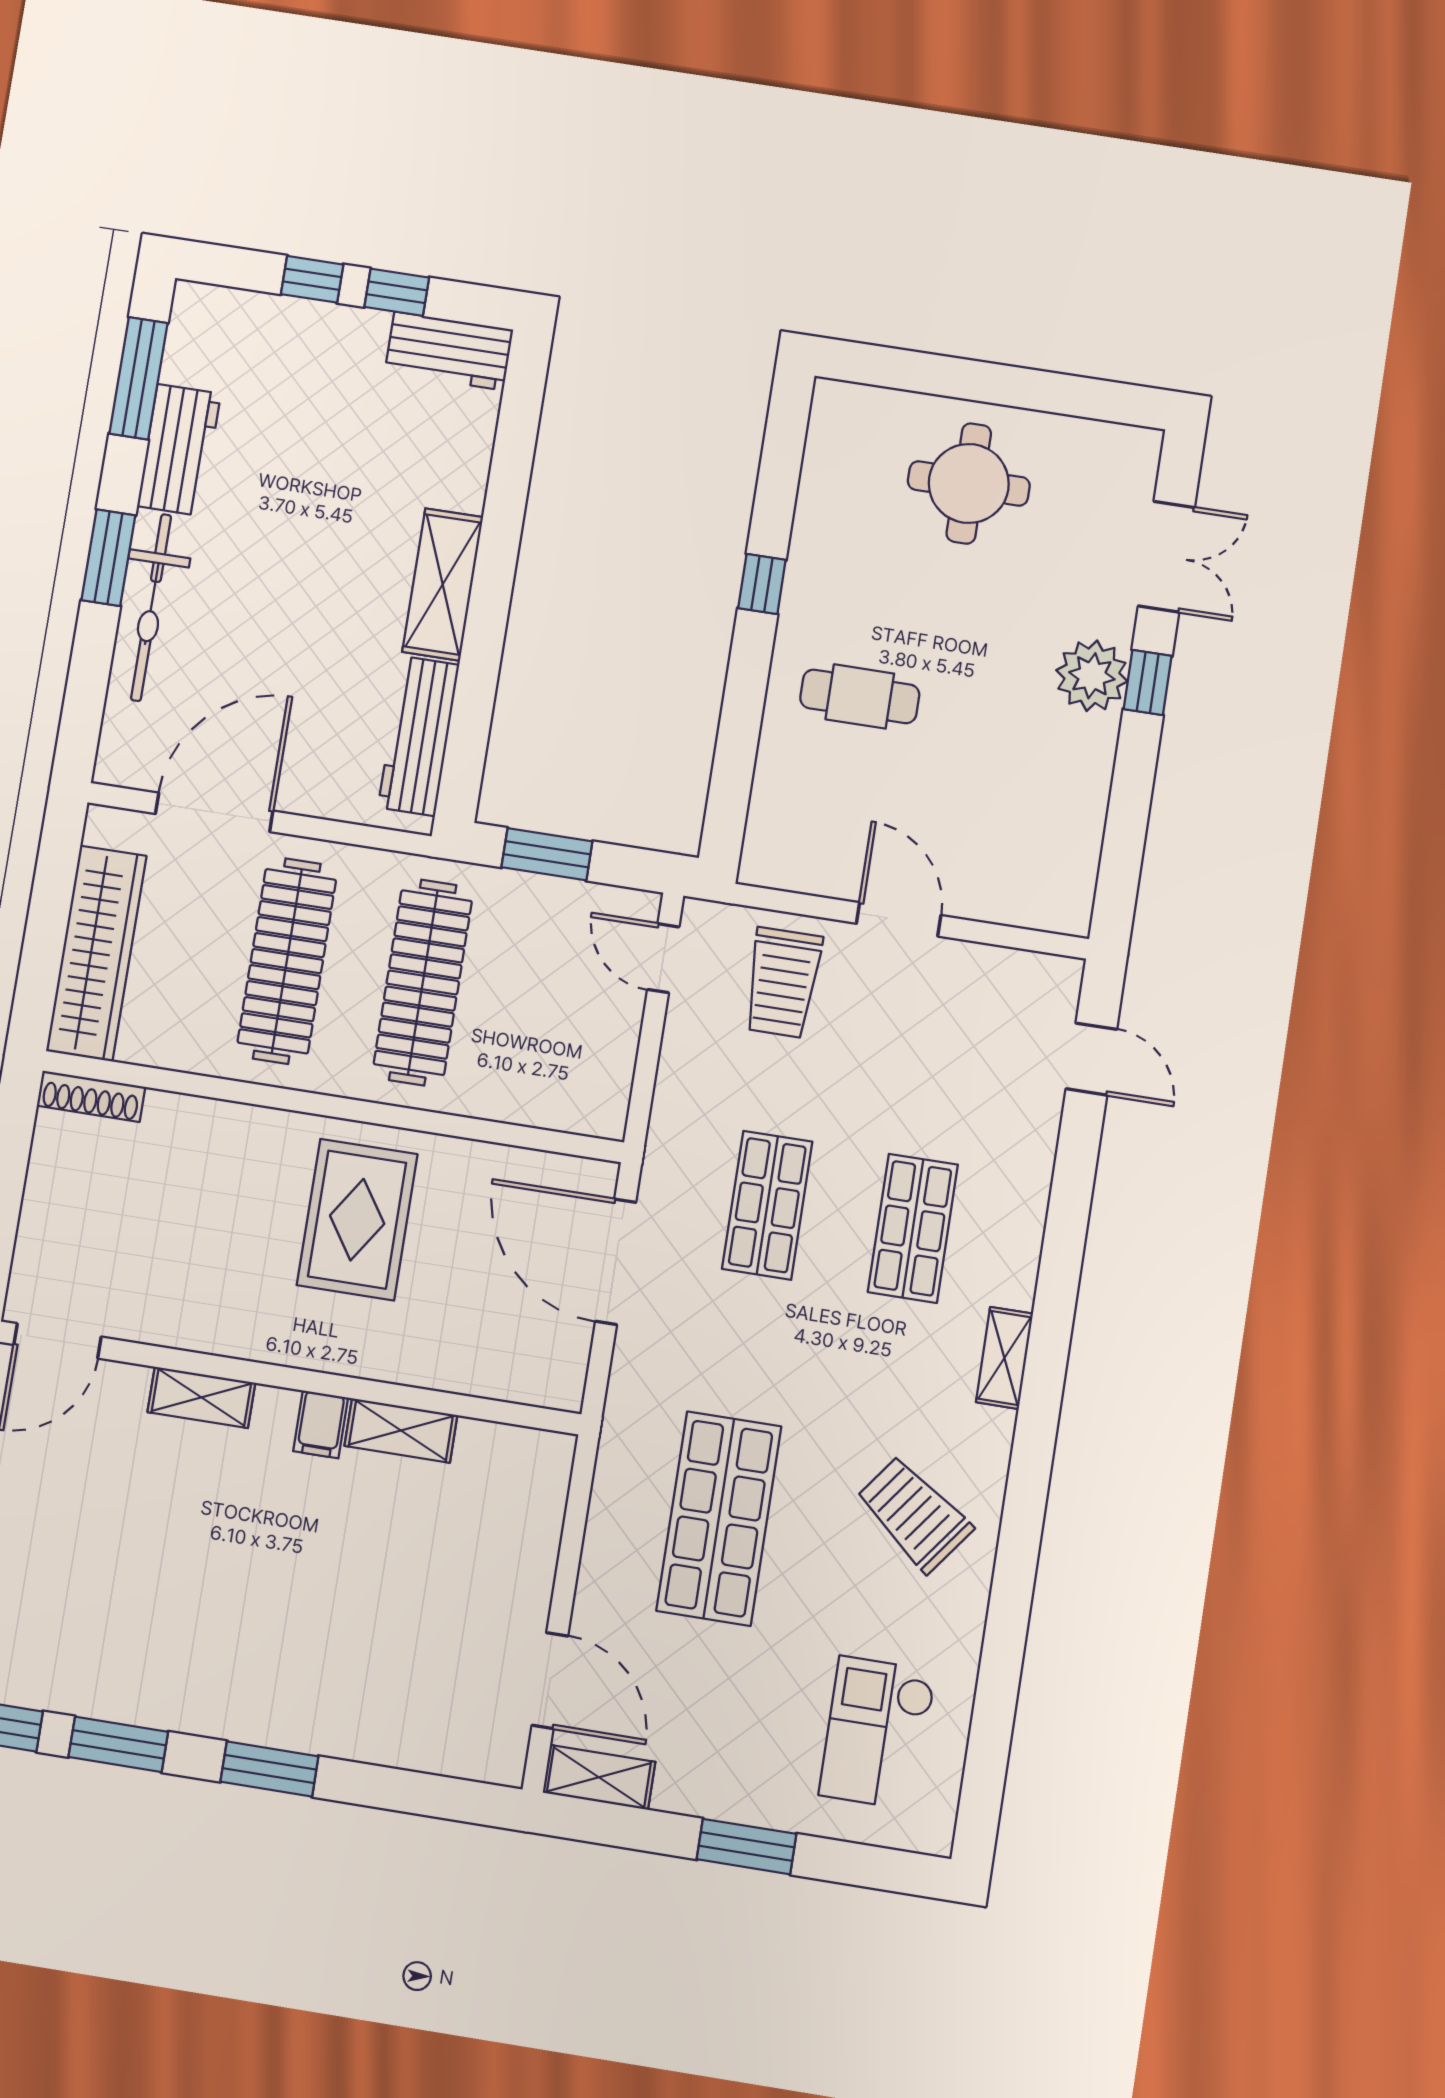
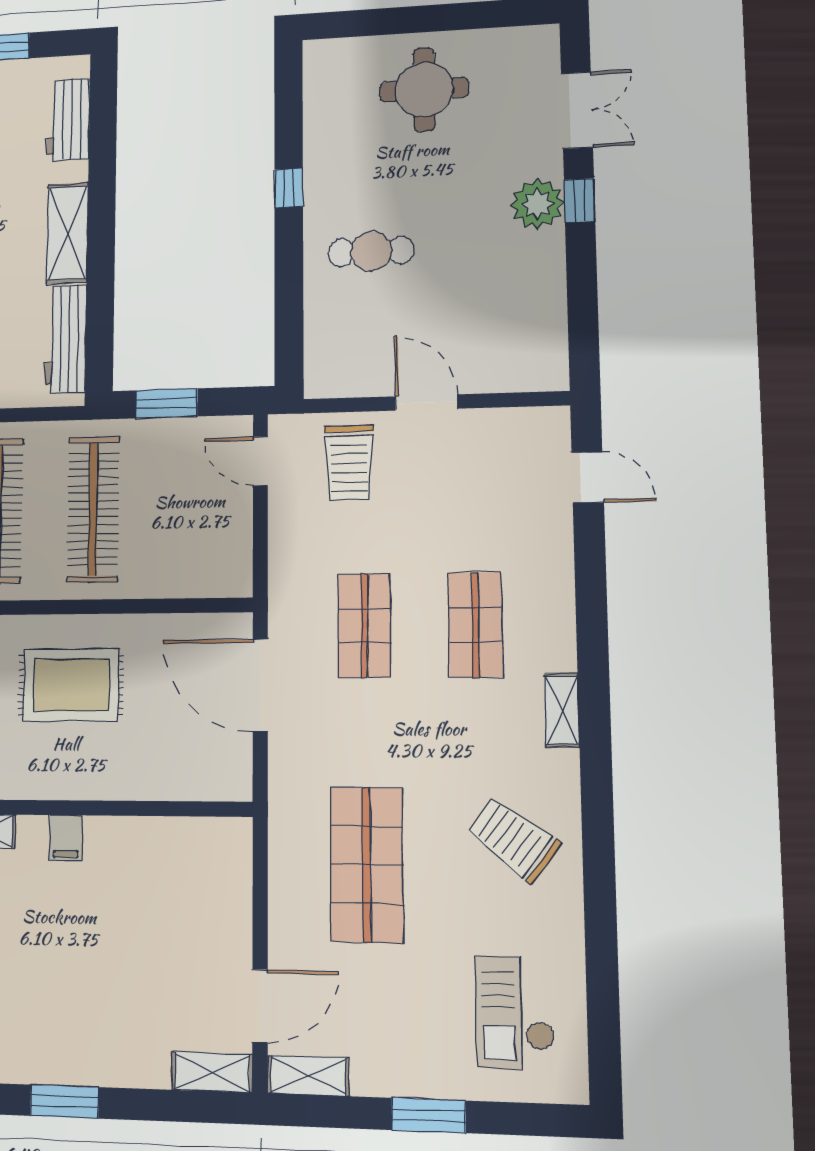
workbench: (449, 351) -> (68, 119), moved, turned 90
rug: (357, 1220) -> (71, 685), turned 90
shelving: (401, 1430) -> (212, 1072), moved
door: (550, 1681) -> (260, 1006), hinge flipped

